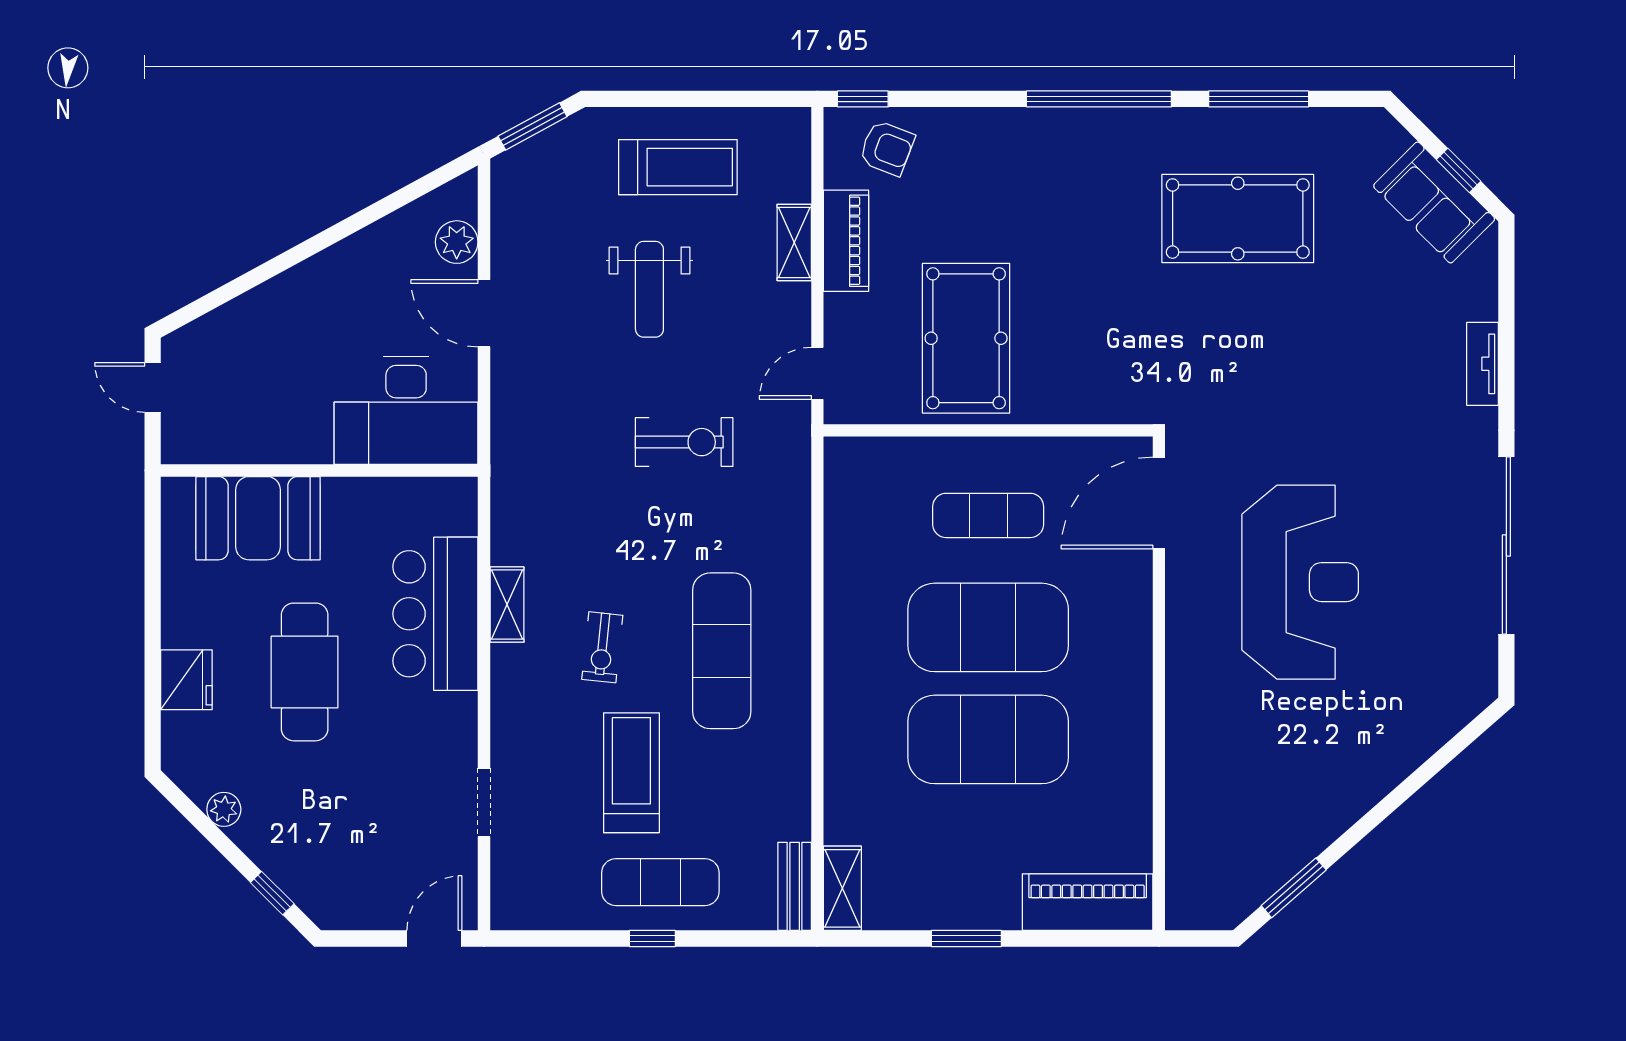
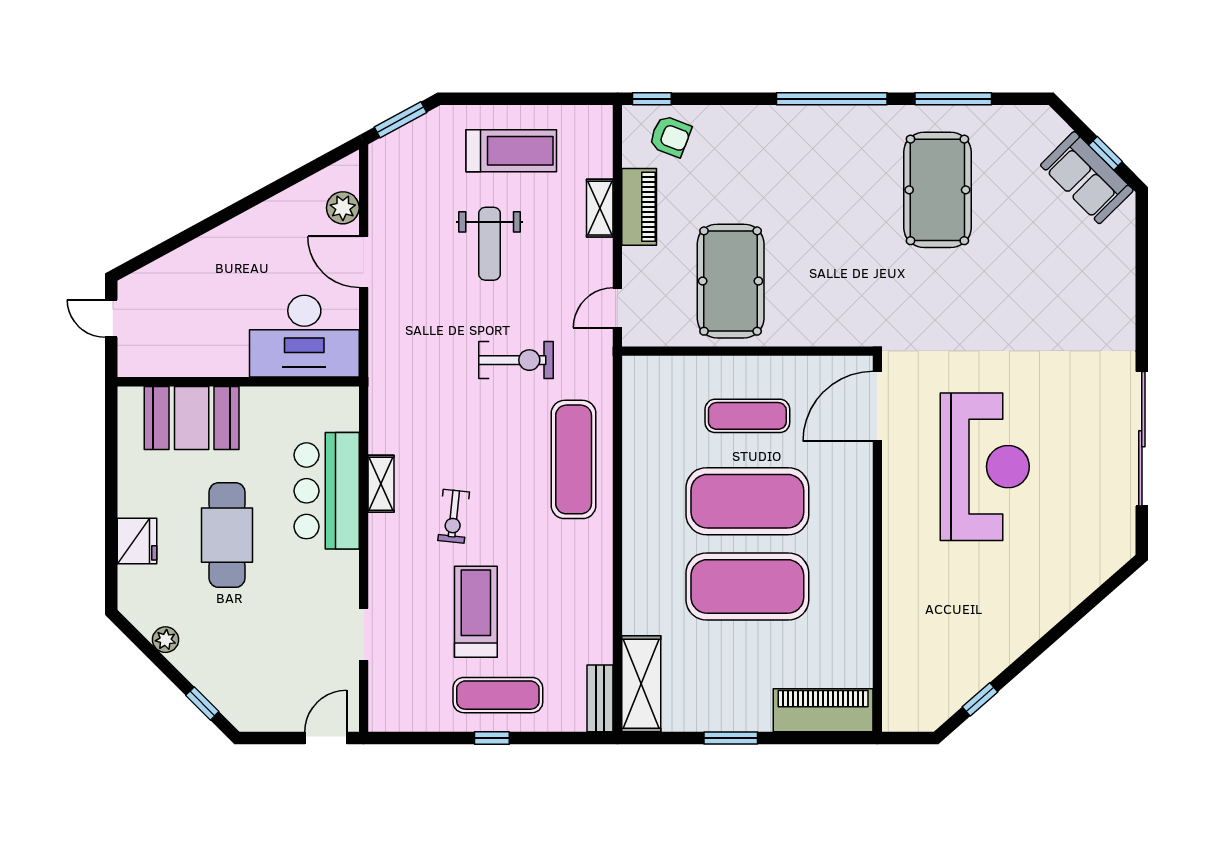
pool table: (1238, 219) -> (937, 190), turned 90
tv unit: (1483, 364) -> (1124, 301), removed
exercise mat: (722, 651) -> (574, 459), moved
shelving: (842, 888) -> (641, 684), width x1.50, depth x1.33
window: (1294, 888) -> (980, 699), width x0.67

